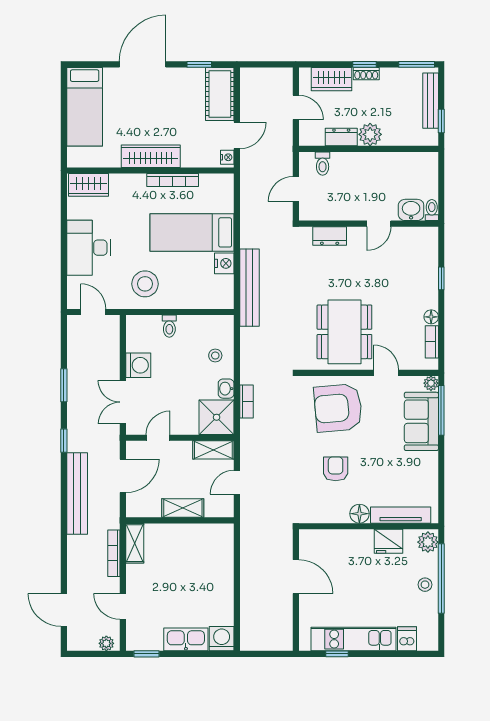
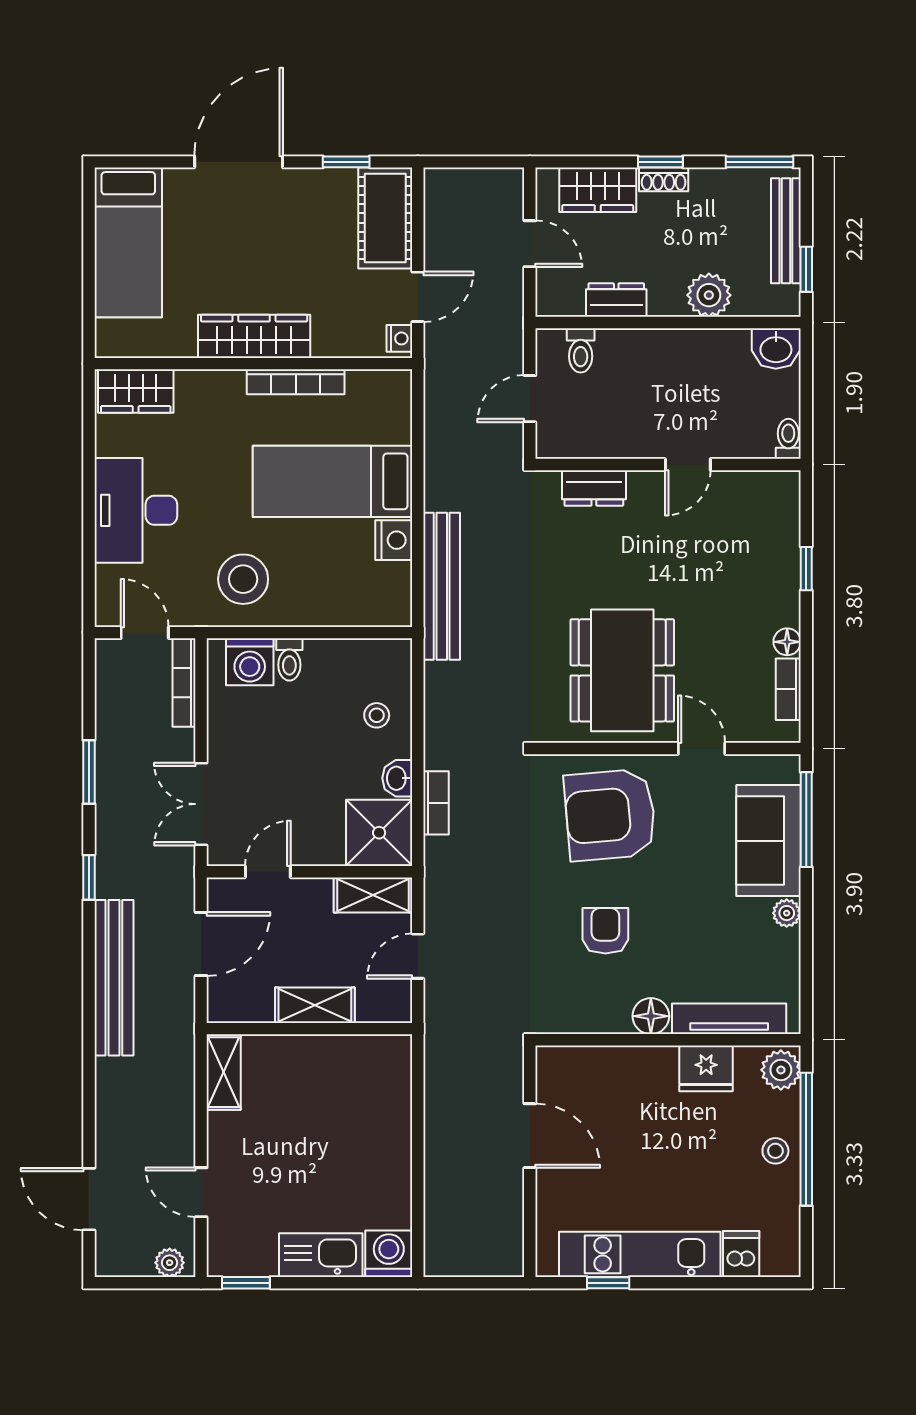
plant: (370, 134) -> (709, 295), moved
washbasin: (411, 210) -> (776, 349), moved, turned 180
washing machine: (138, 365) -> (250, 662), moved, turned 90
plant: (431, 383) -> (787, 913), moved
bookcase: (114, 553) -> (184, 683), moved

